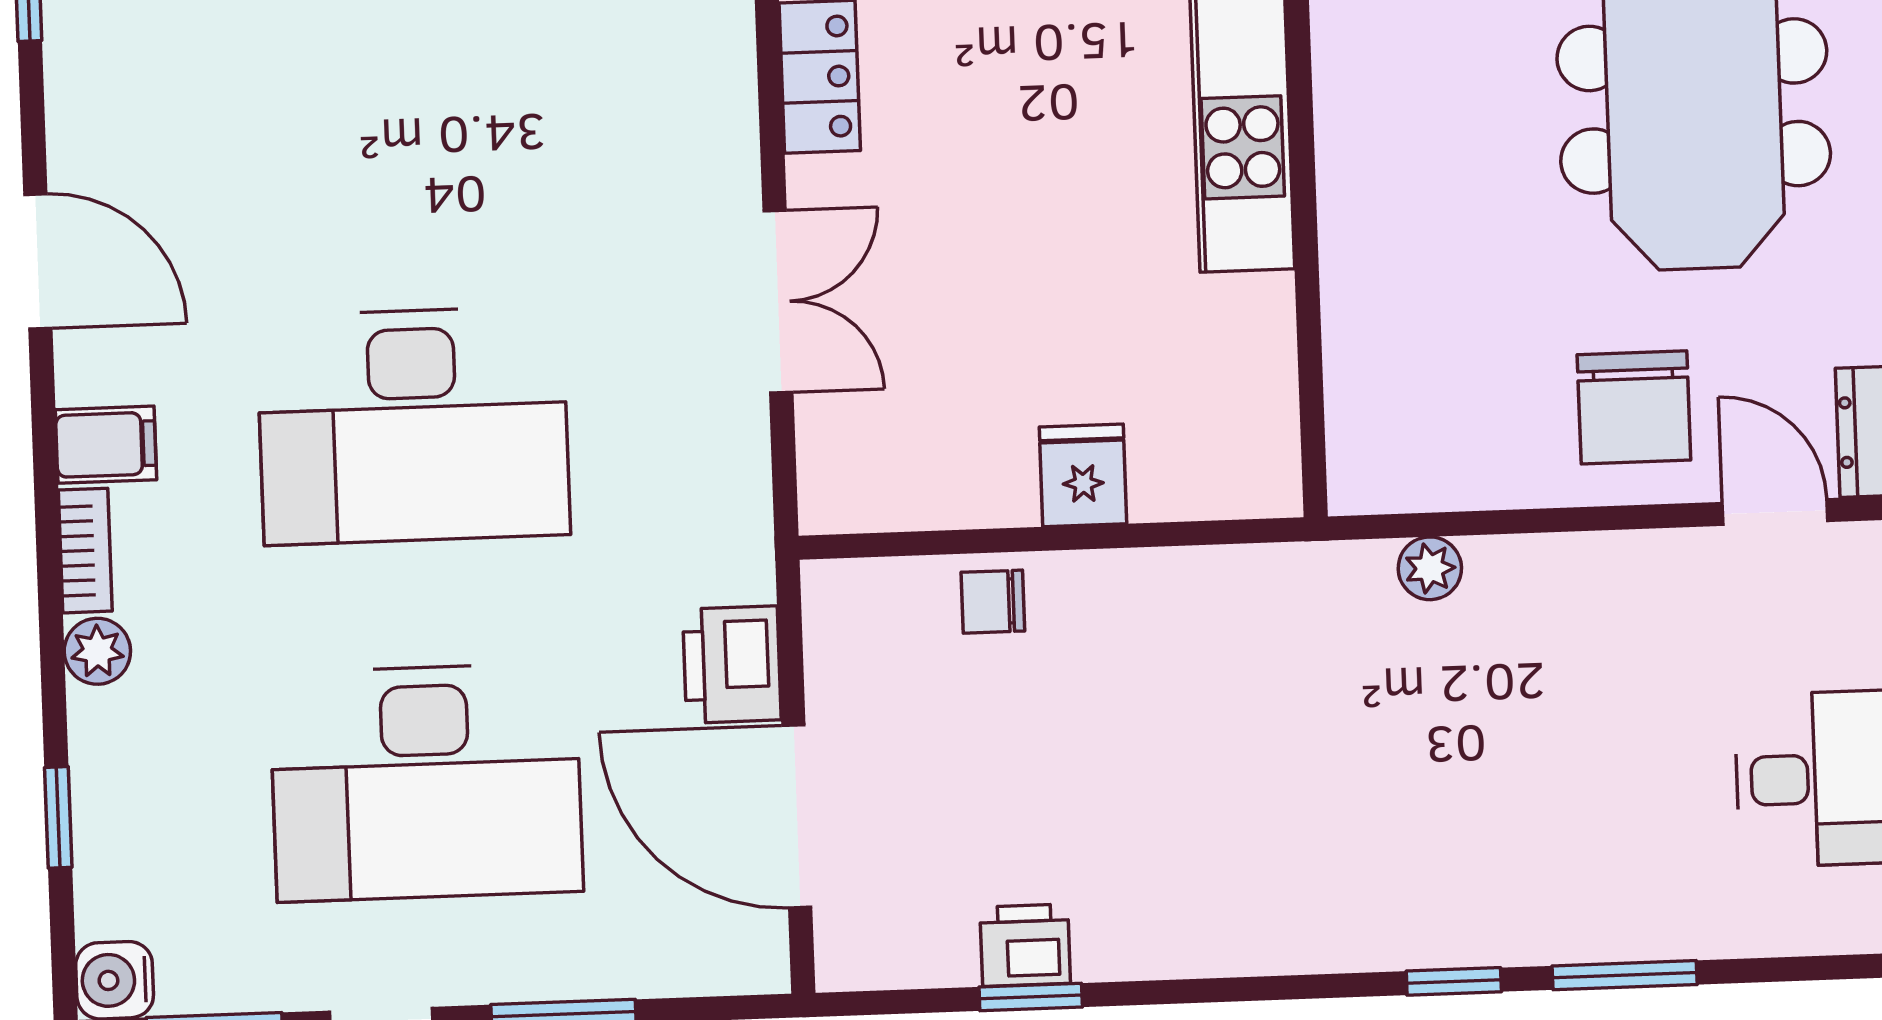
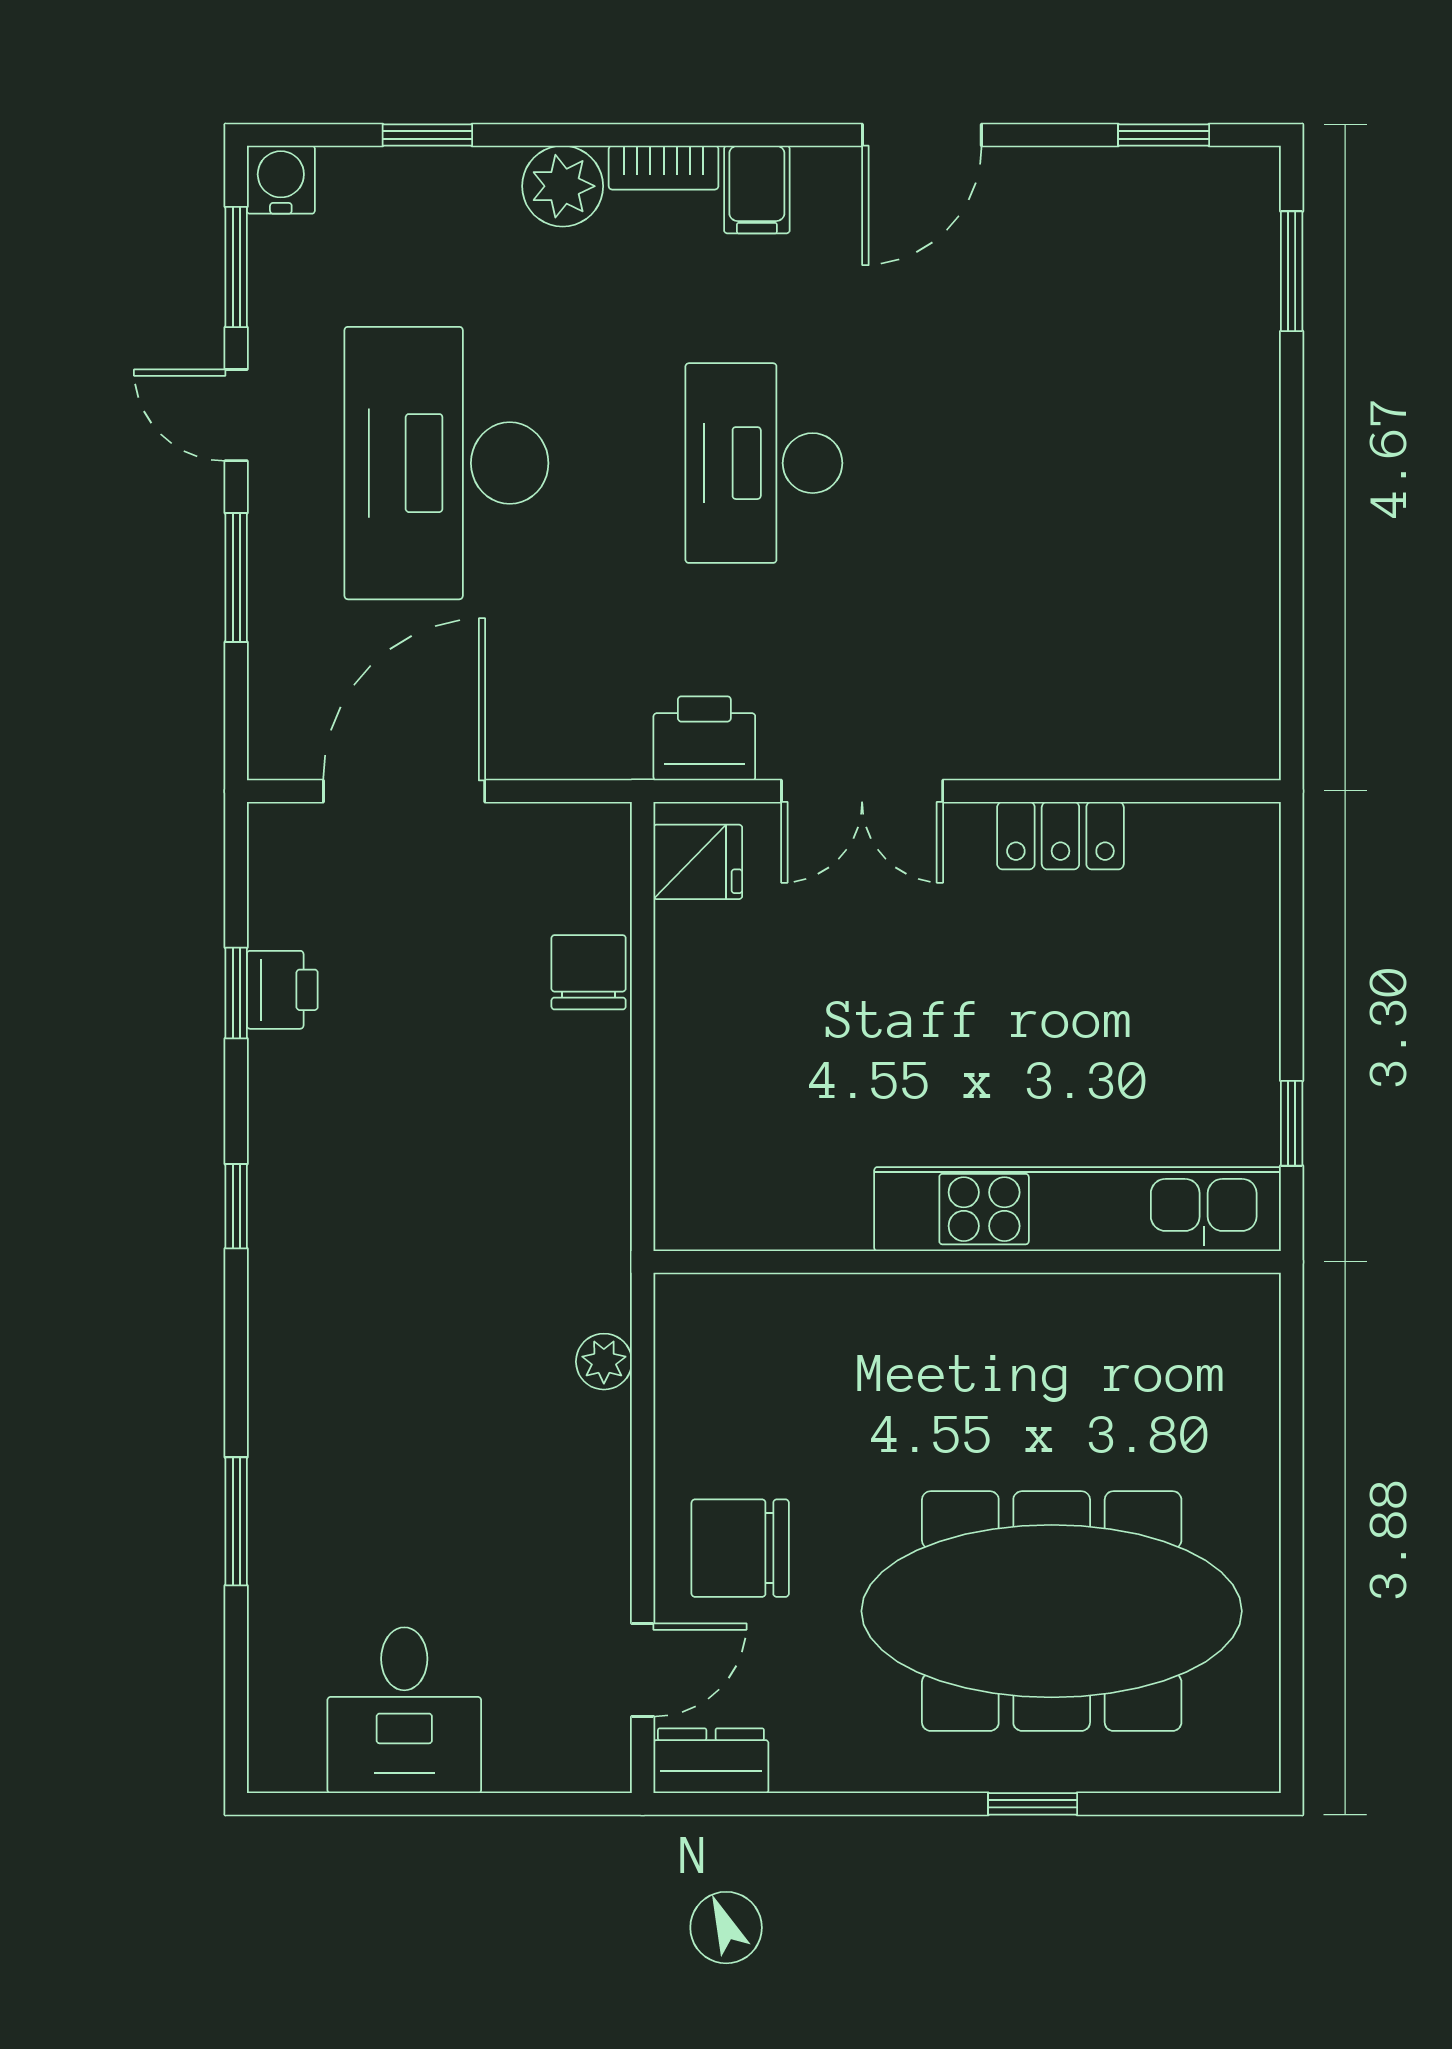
desk: (413, 426) -> (764, 463), width x0.73, depth x0.77
fridge: (1083, 475) -> (698, 862), moved
chair: (993, 602) -> (589, 972), width x1.37, depth x1.37
plant: (97, 651) -> (563, 186), width x1.38, depth x1.38
printer: (732, 665) -> (704, 738), moved
window: (1454, 981) -> (236, 1206), moved

